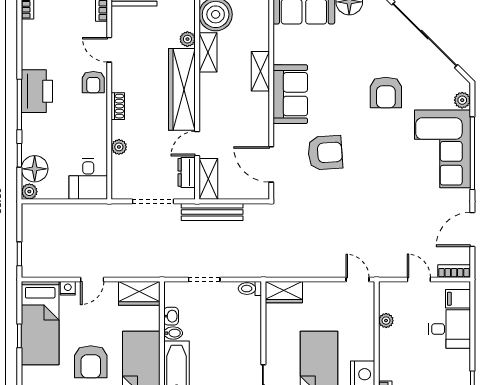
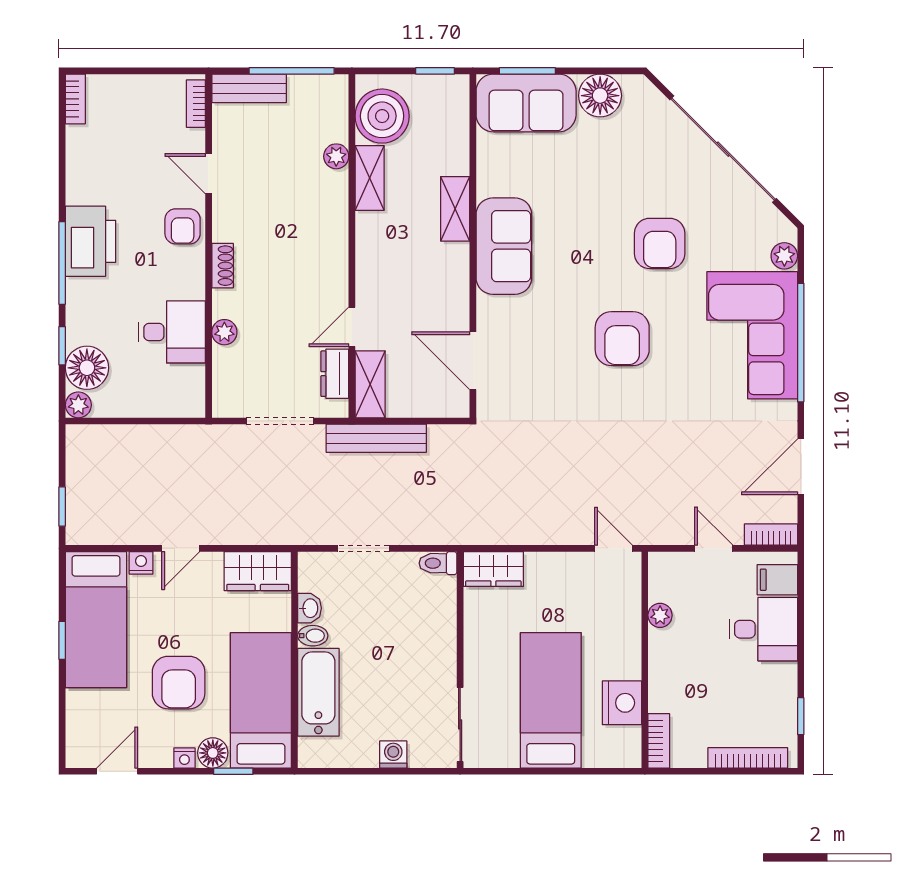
wardrobe: (182, 89) -> (327, 238), removed
armchair: (325, 153) -> (622, 339), moved, turned 94
desk: (88, 179) -> (172, 332), moved, turned -90

